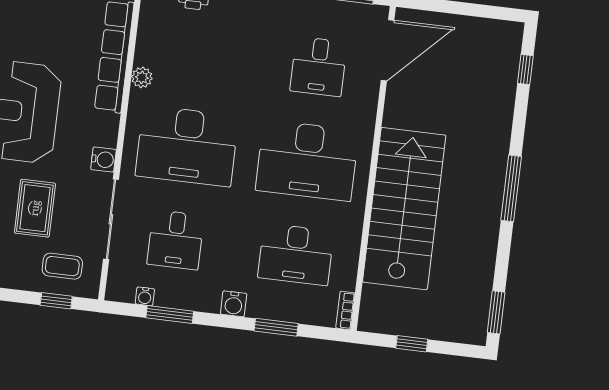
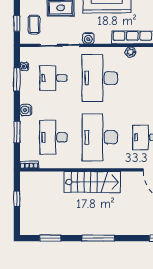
stairs: (404, 209) -> (92, 182), width x0.73, depth x0.66
window: (496, 312) -> (50, 238), moved

